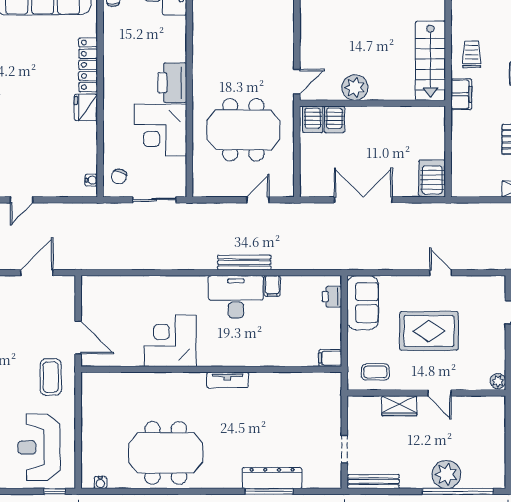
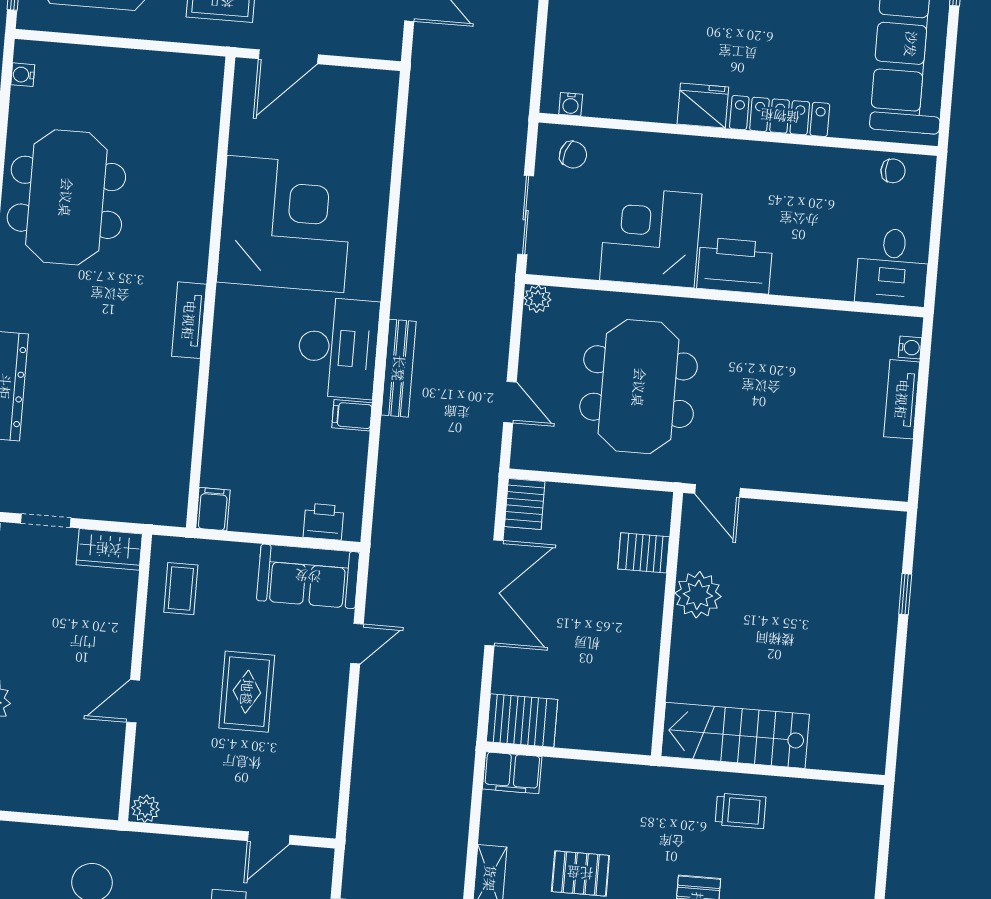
filing cabinet: (461, 94) -> (512, 773), moved
server rack: (313, 119) -> (525, 504), moved, turned -90
chair: (119, 177) -> (573, 155), turned 180
plant: (200, 189) -> (537, 299), added
door: (441, 273) -> (357, 644), moved
rug: (429, 331) -> (247, 692), width x0.73, depth x0.70
corner desk: (170, 341) -> (285, 224), width x1.36, depth x1.36
wardrobe: (399, 406) -> (109, 549), moved, turned -90

